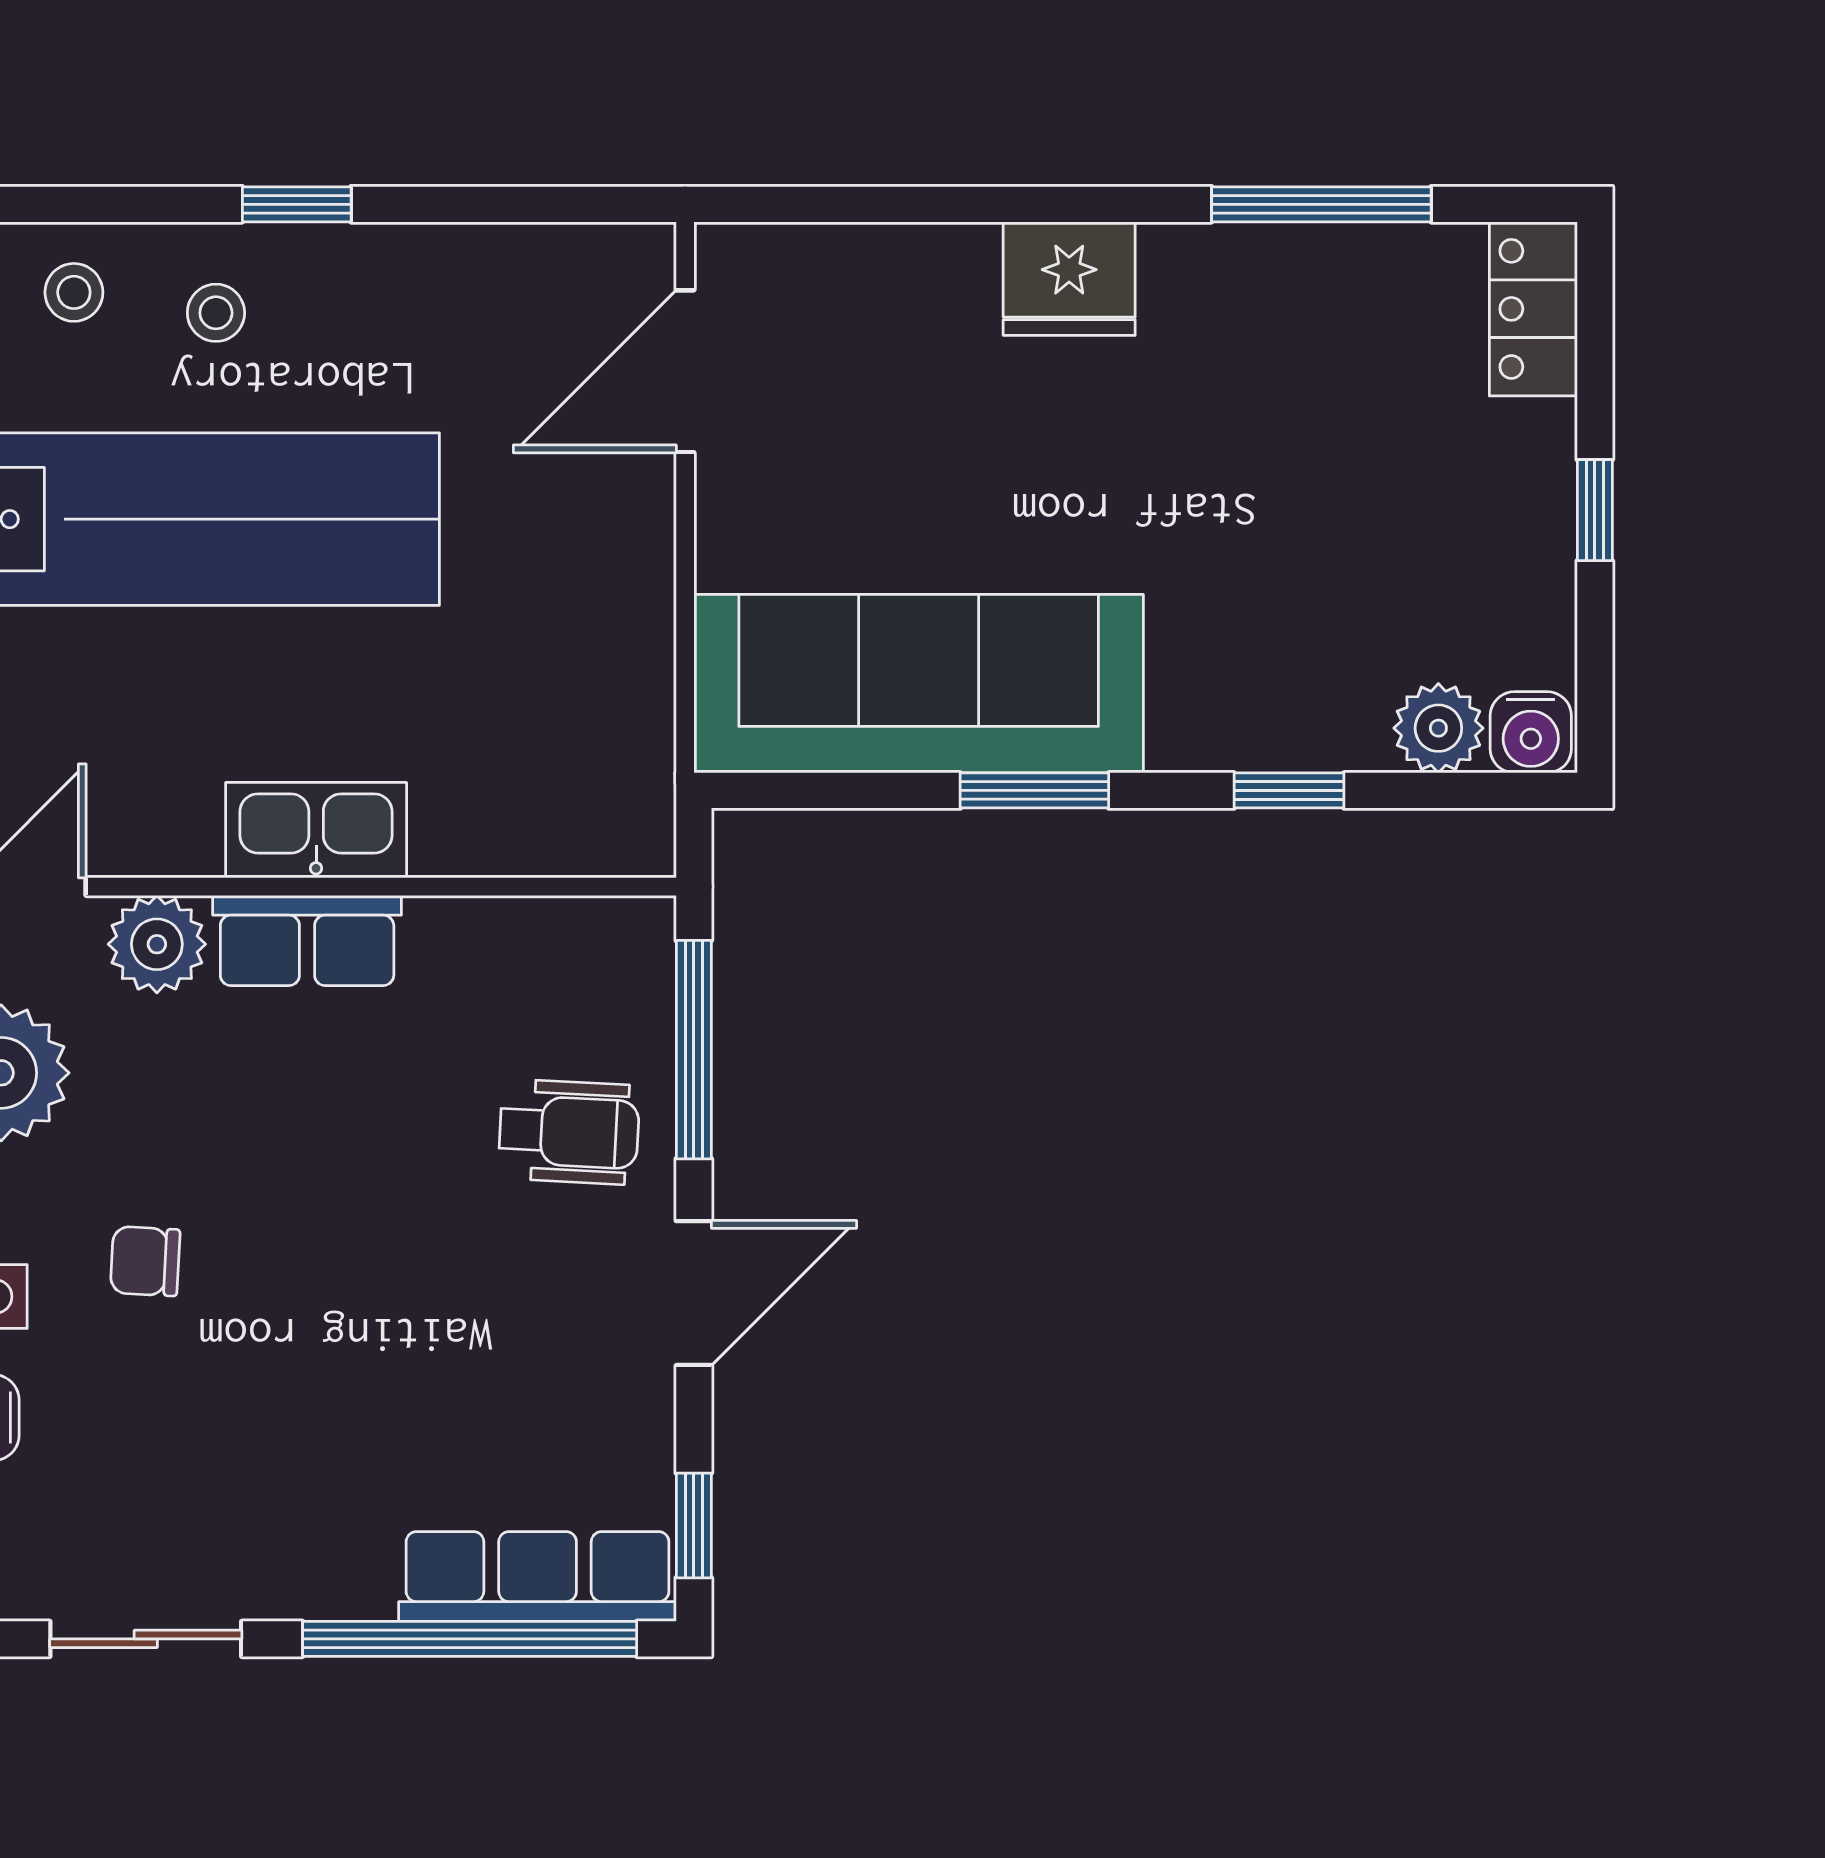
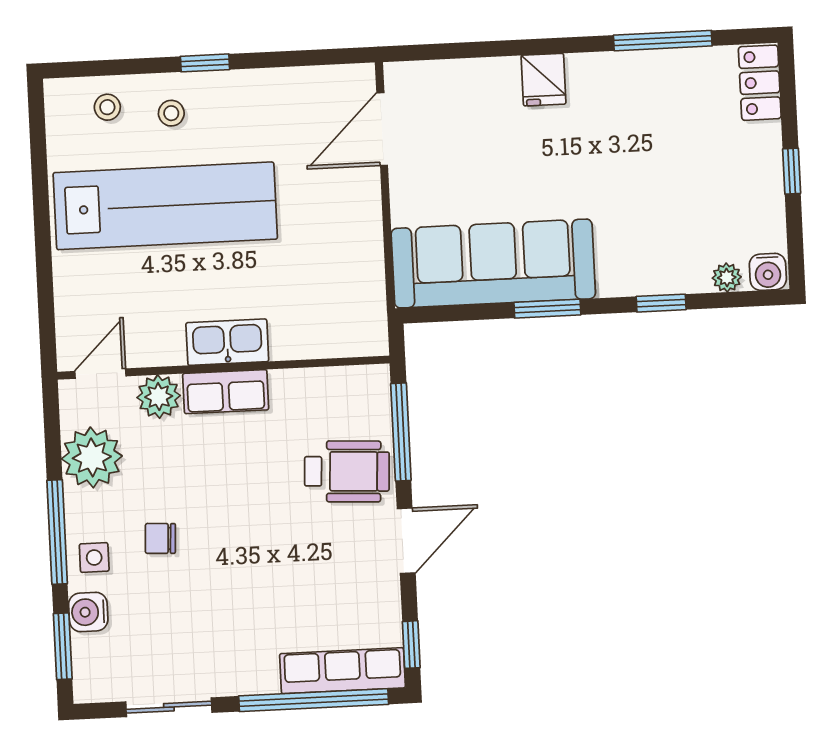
fridge: (1069, 279) -> (544, 80), width x0.72
plant: (1438, 728) -> (727, 277), width x0.73, depth x0.73
wheelchair: (569, 1132) -> (347, 471), width x1.36, depth x1.37

